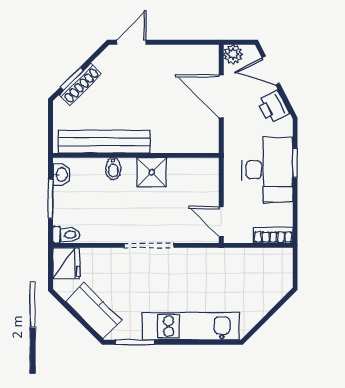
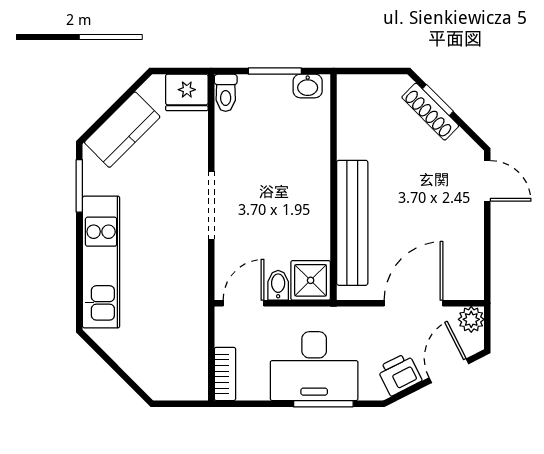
bench: (104, 142) -> (352, 223), moved
window: (295, 163) -> (323, 404), width x1.50
bidet: (113, 169) -> (278, 285), moved, turned 90
shower: (152, 172) -> (311, 280), moved

